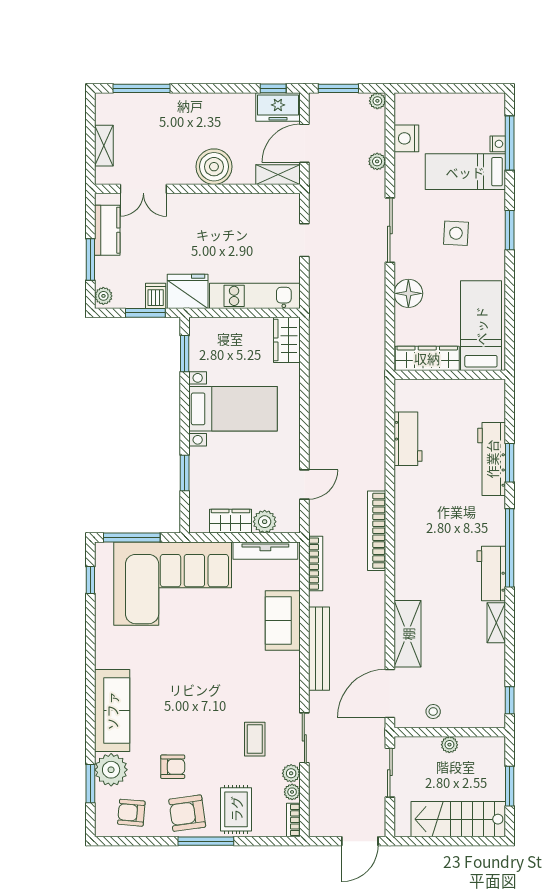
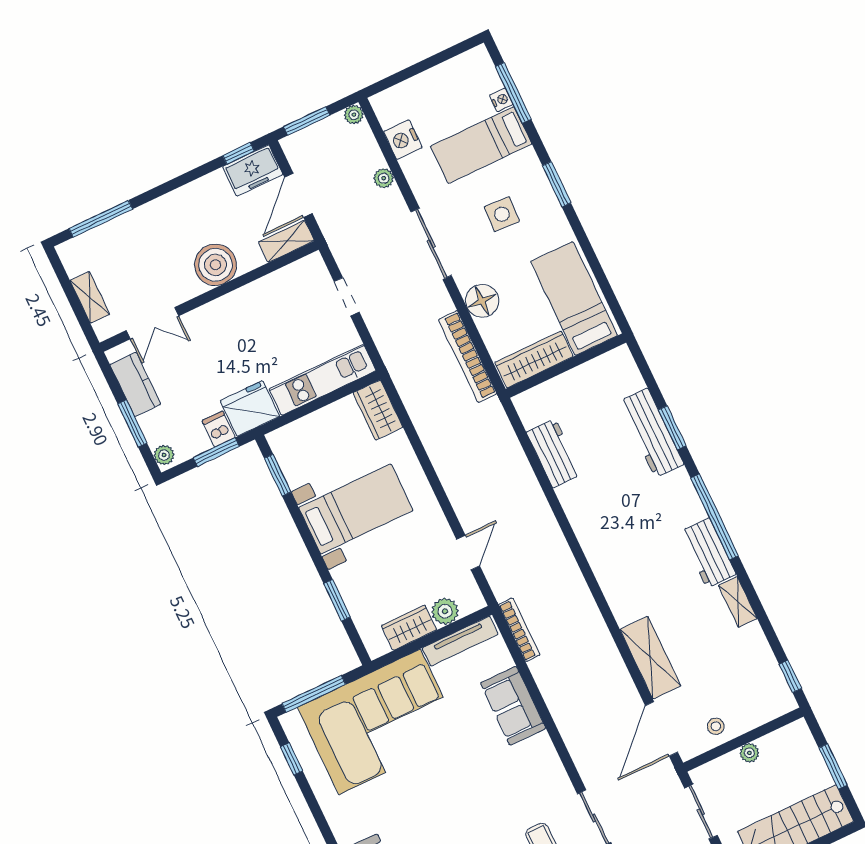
bookcase: (377, 531) -> (468, 357), moved
bench: (319, 649) -> (565, 717), removed

